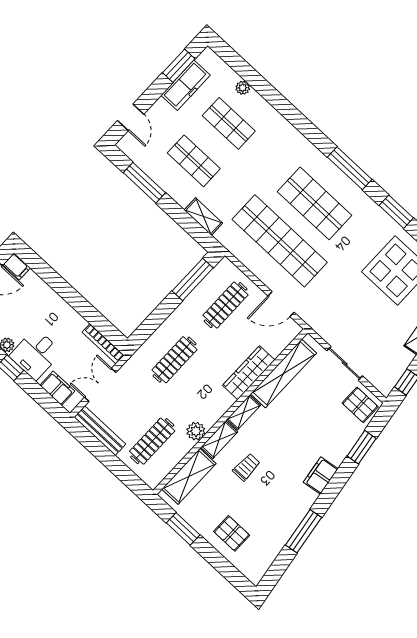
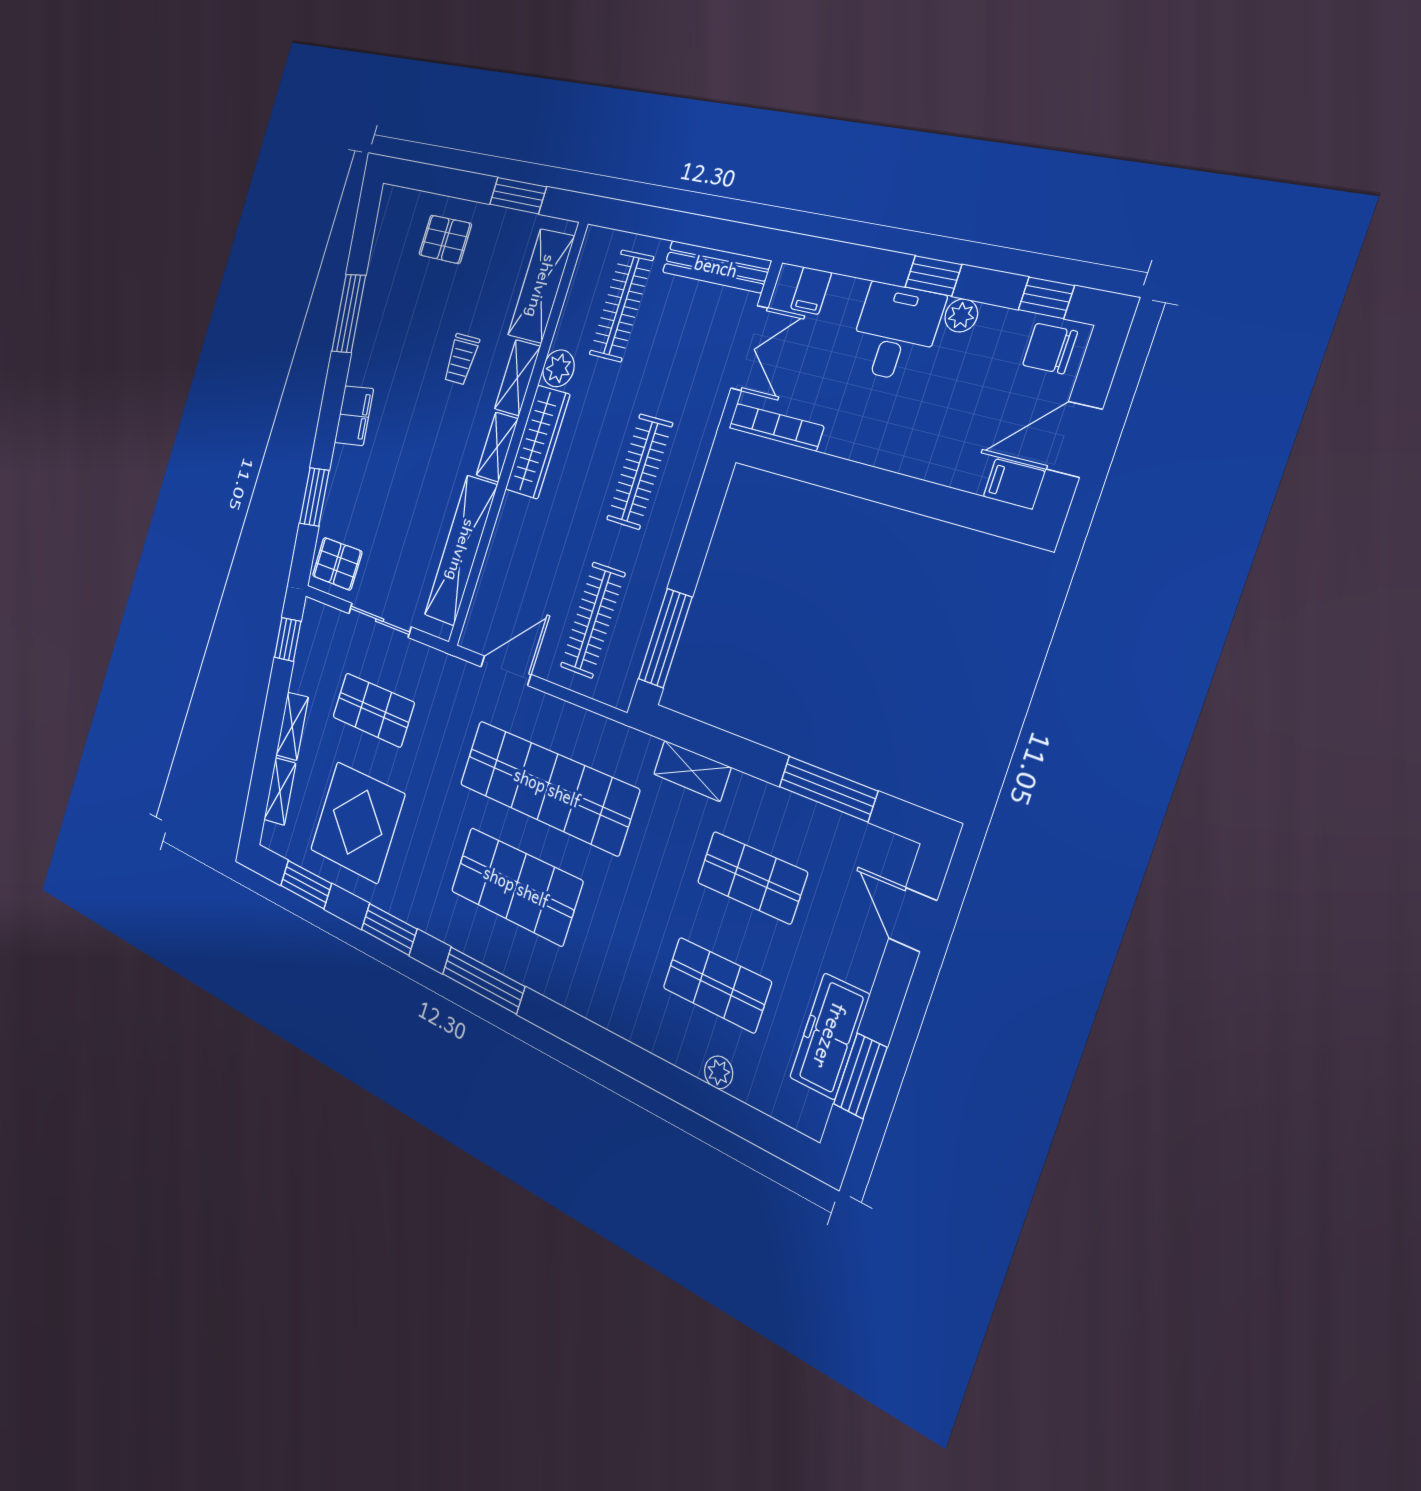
shop shelf: (365, 321) -> (373, 710), added
wardrobe: (249, 373) -> (538, 442), moved
filing cabinet: (57, 388) -> (811, 291), width x0.50

